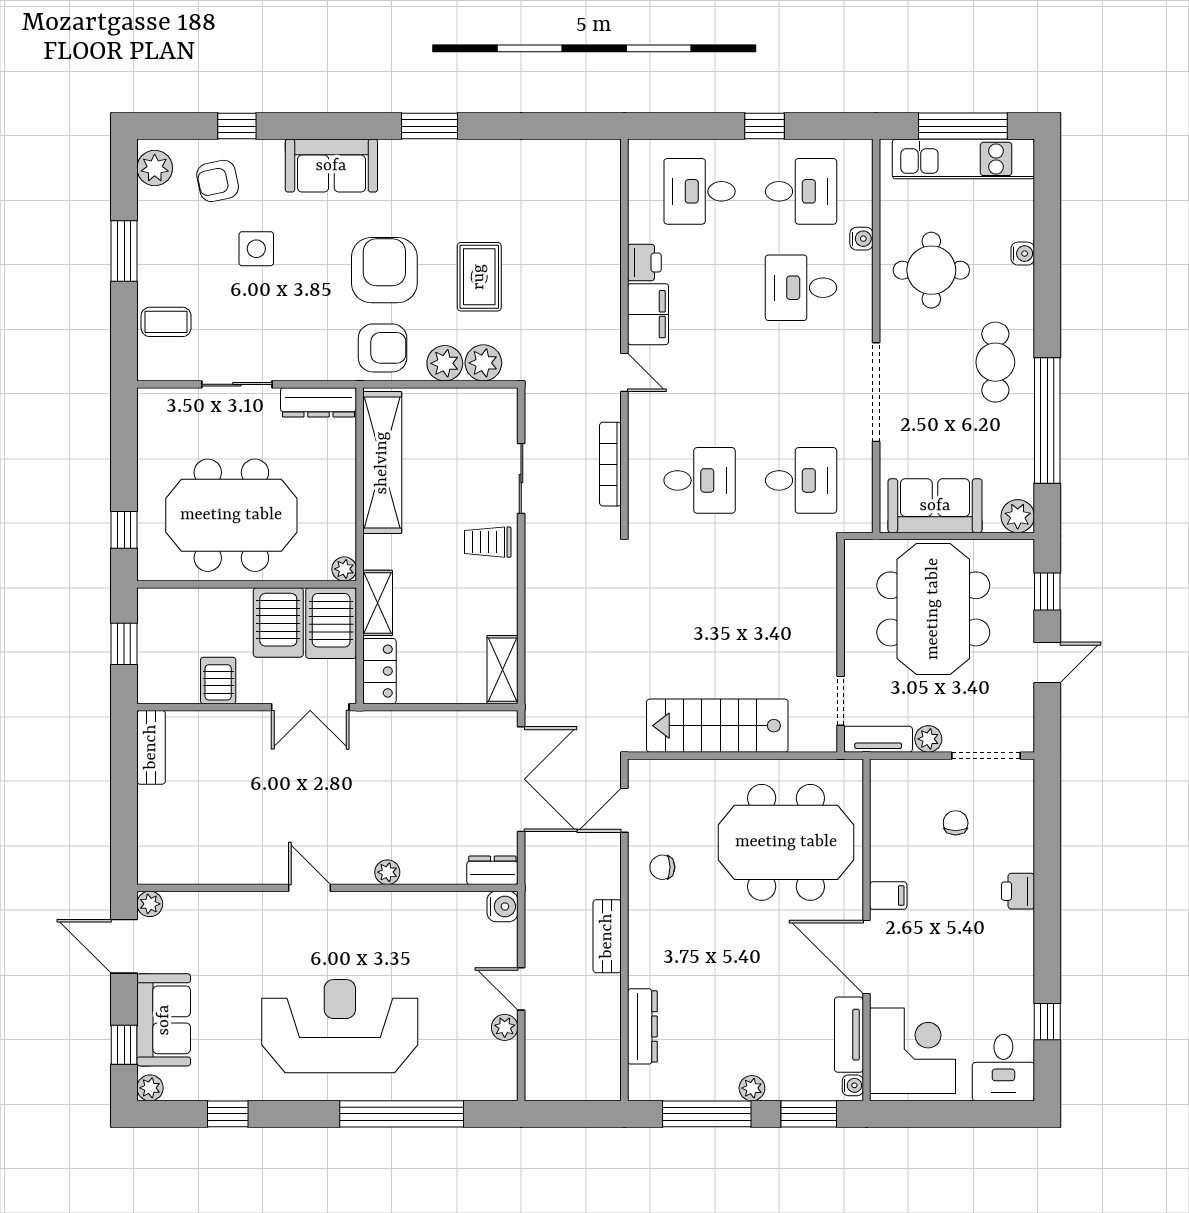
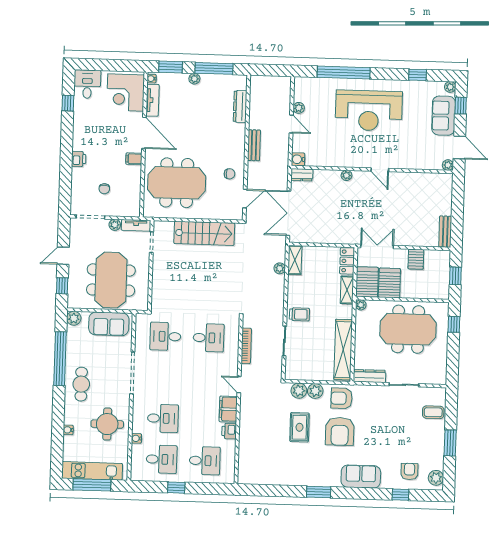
armchair: (218, 181) -> (409, 471), turned -78
desk: (801, 191) -> (162, 459), turned 180
side table: (256, 249) -> (394, 442), removed
desk: (700, 480) -> (209, 338), turned 180
plant: (537, 649) -> (280, 268), added

